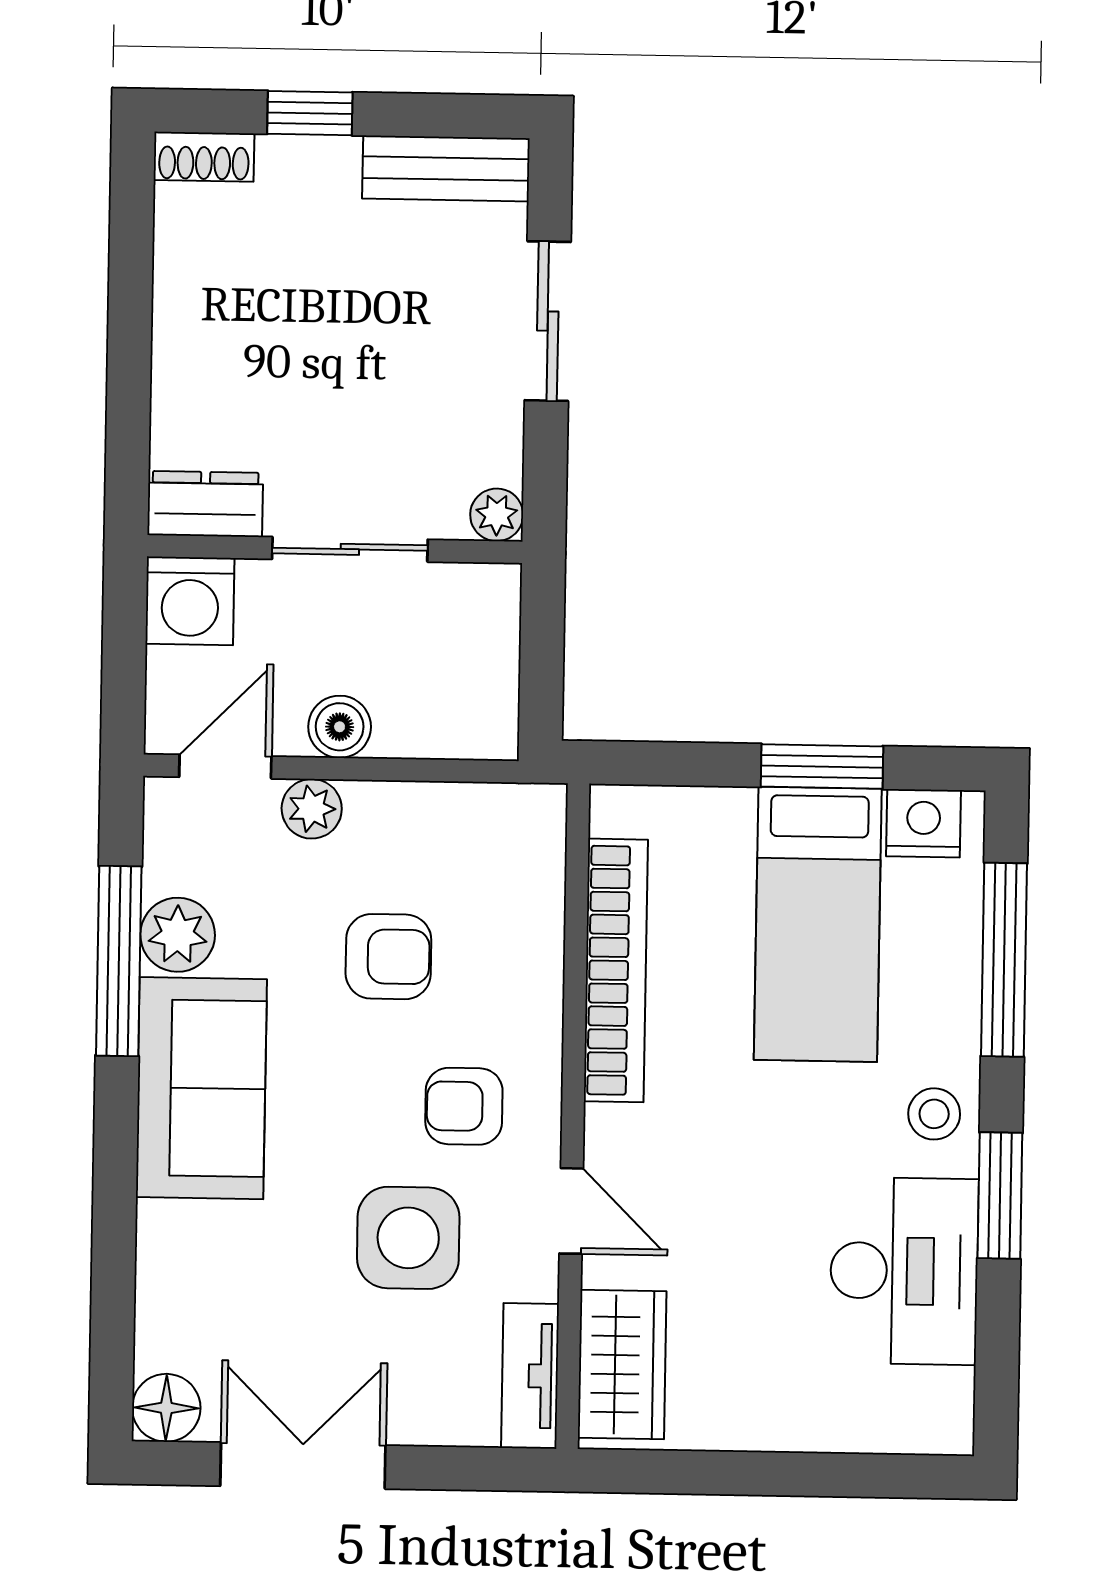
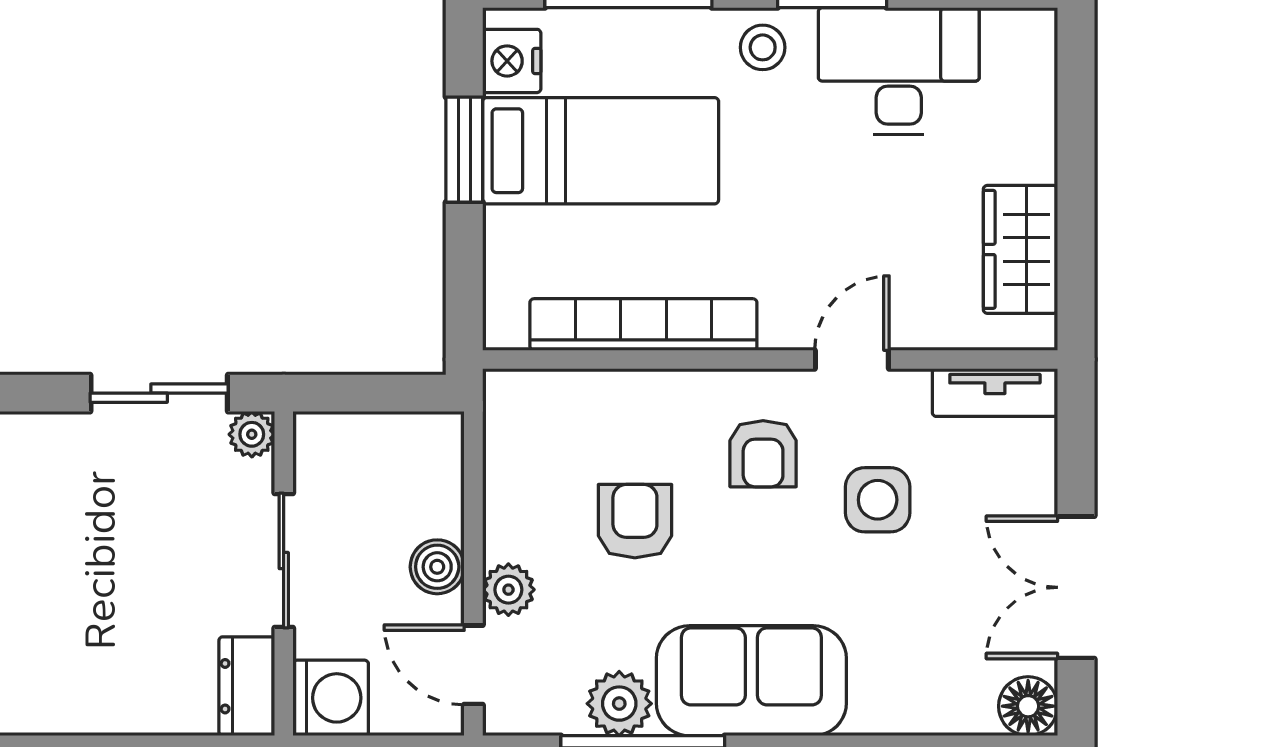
sliding door: (548, 321) -> (159, 393), moved
side table: (408, 1238) -> (878, 500), width x0.73, depth x0.73
wardrobe: (622, 1365) -> (1020, 249), moved, turned -90

